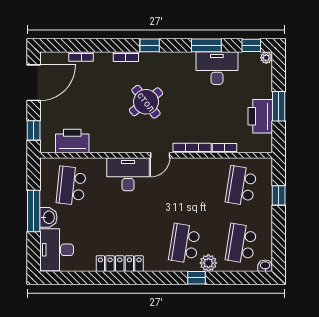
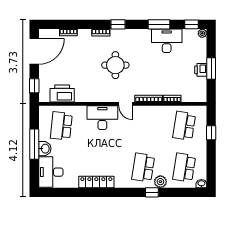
round table: (146, 102) -> (115, 65), turned 38
printer: (260, 116) -> (201, 70), width x0.53, depth x0.68
door: (160, 155) -> (126, 104), hinge flipped

